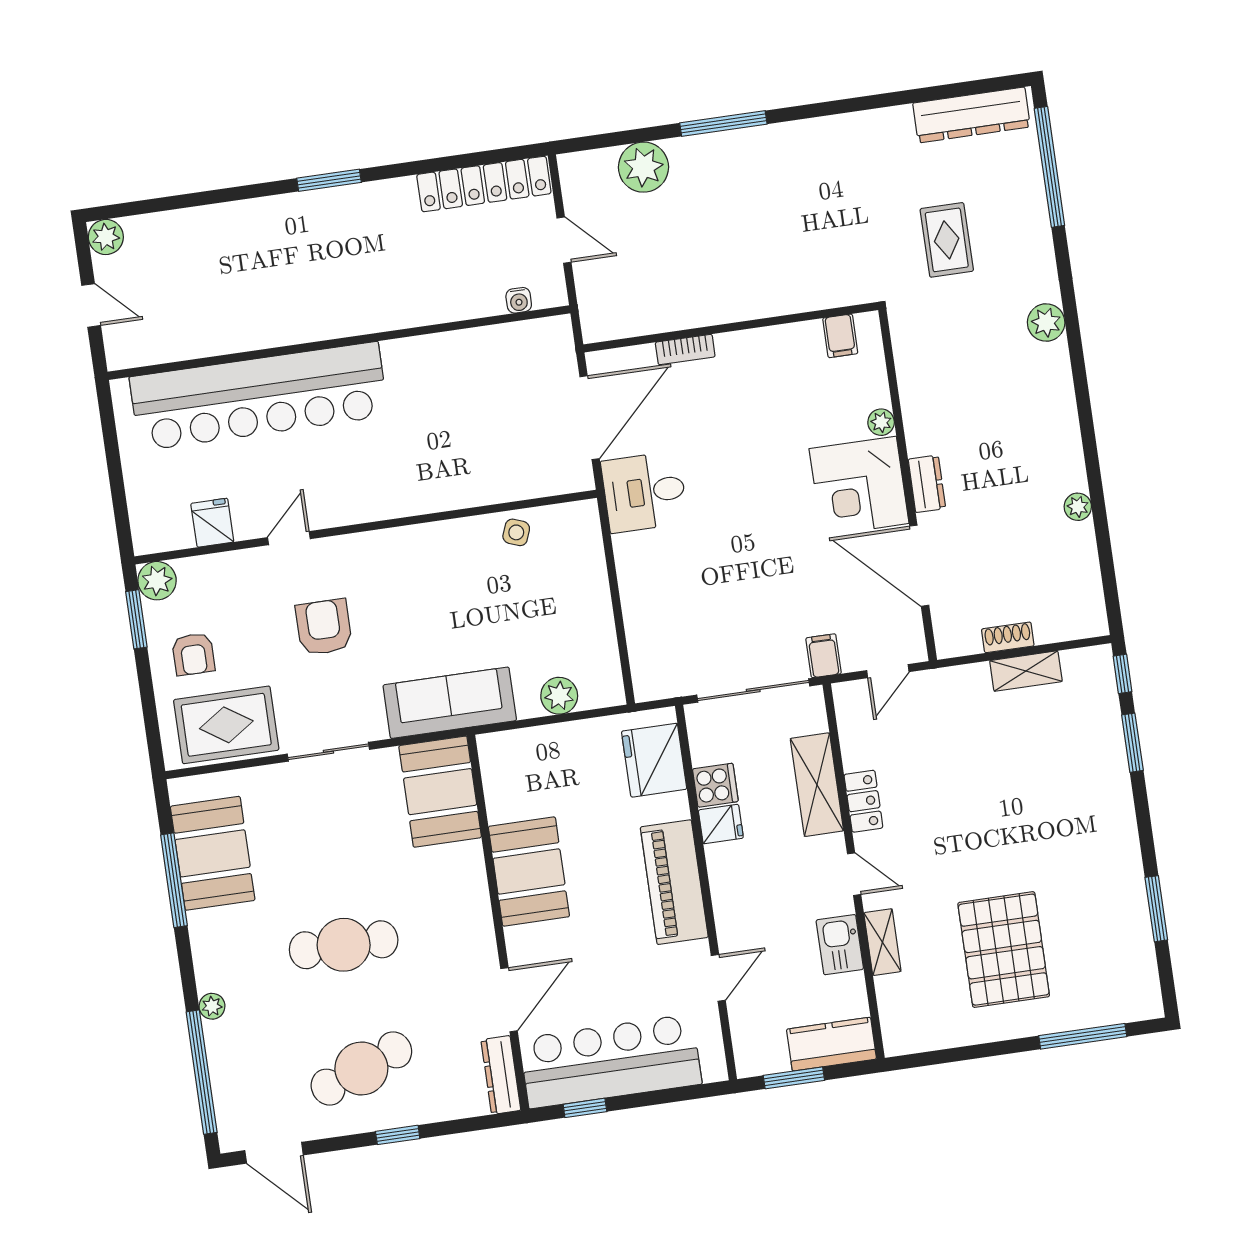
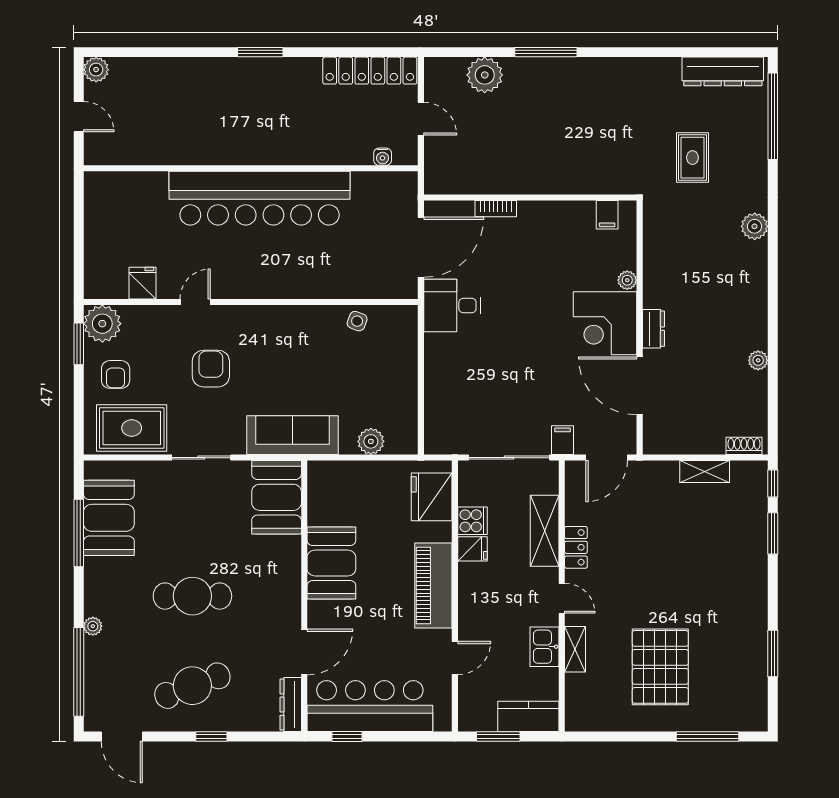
bar counter: (259, 396) -> (260, 198), moved
plant: (157, 581) -> (102, 324), width x1.36, depth x1.36
shoe rack: (1008, 637) -> (744, 446), moved
door: (888, 671) -> (607, 458), width x1.38

